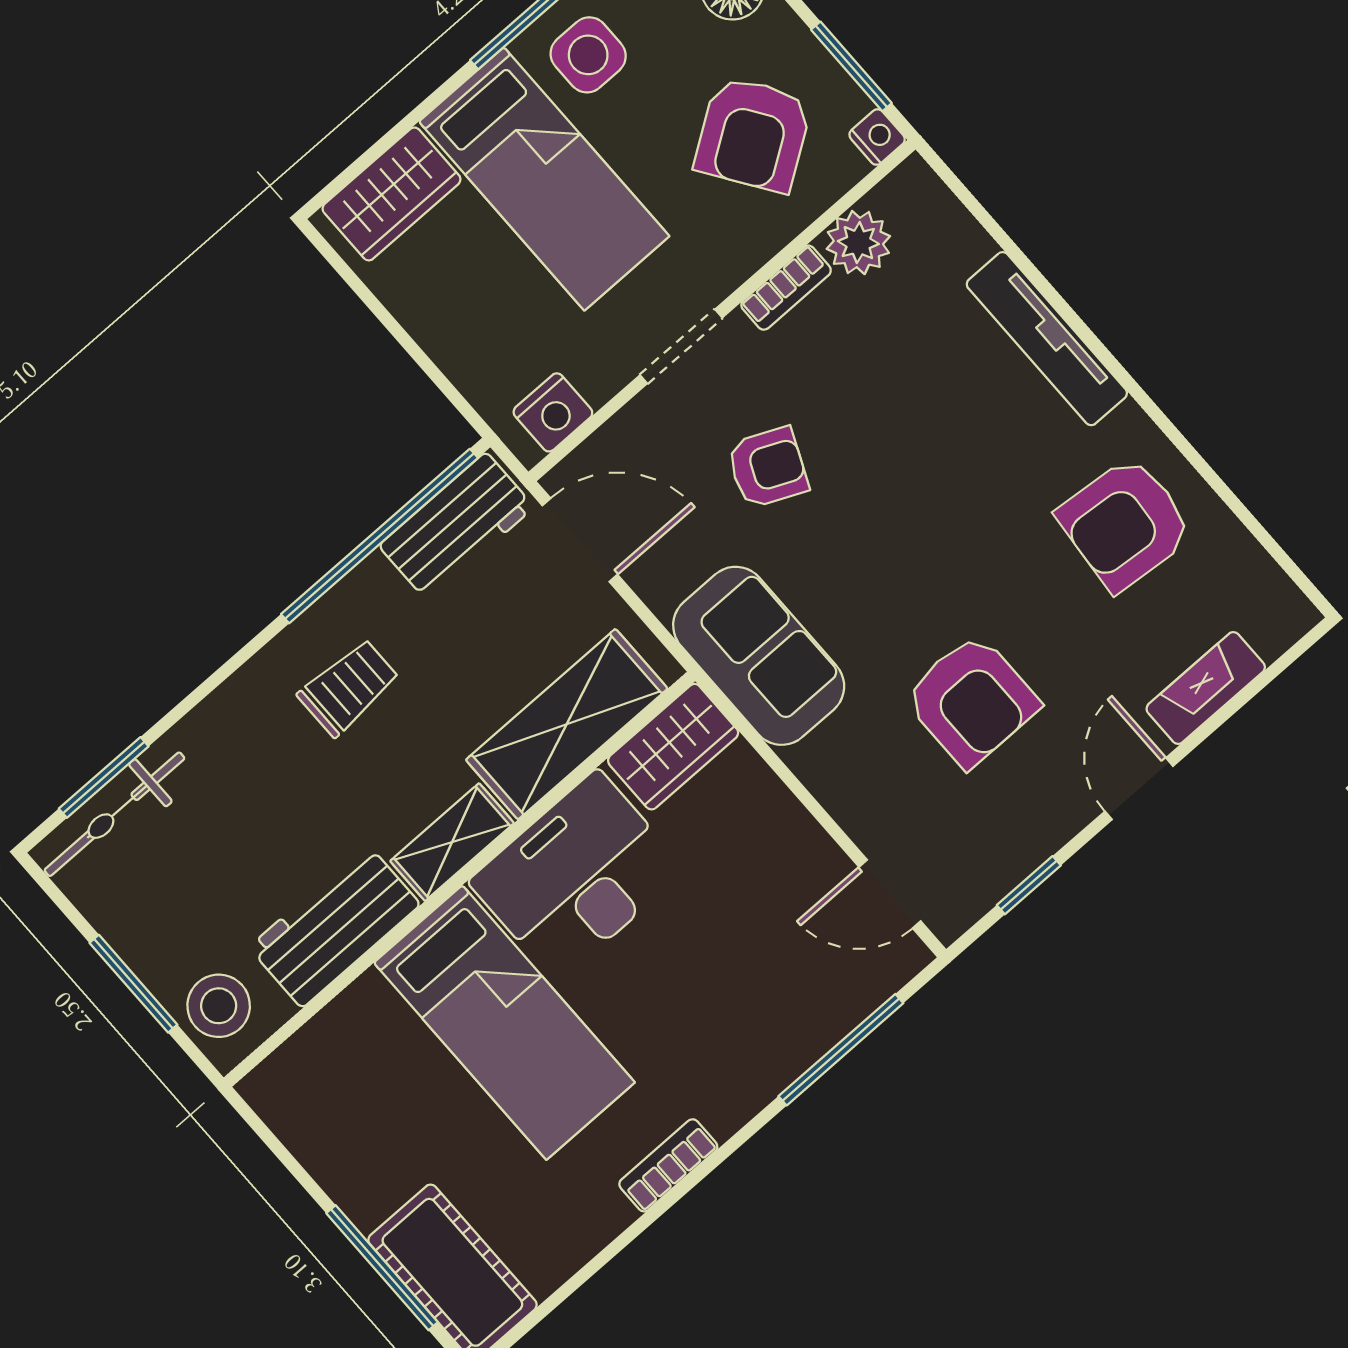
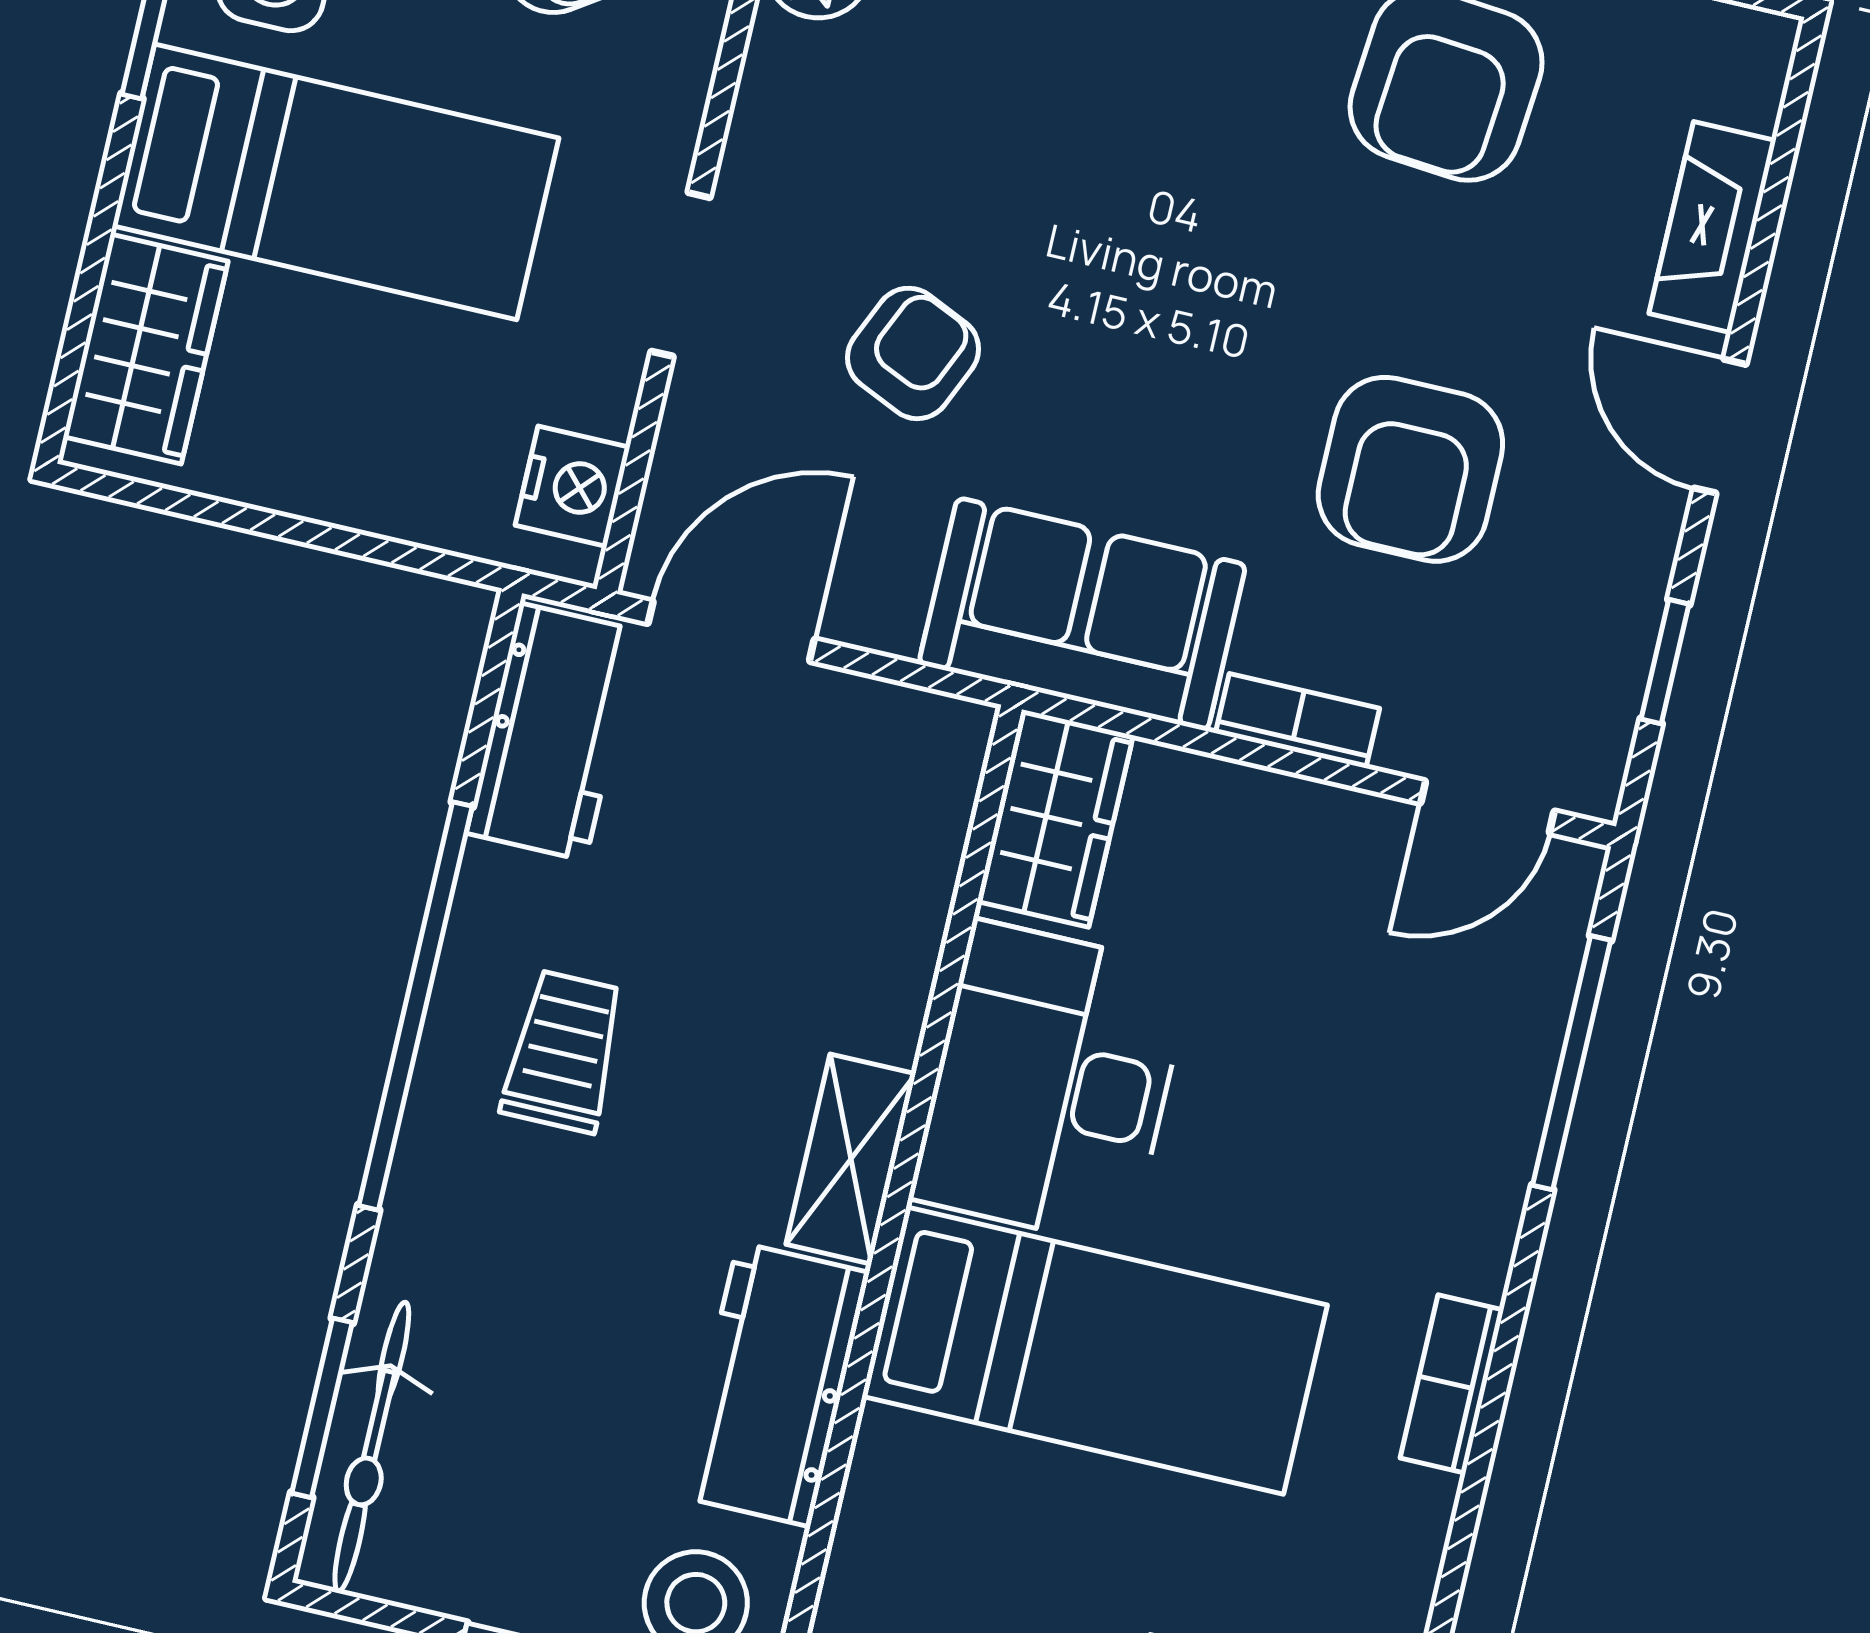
bookcase: (786, 288) -> (1297, 721), moved, turned -90
window: (379, 536) -> (415, 1006), moved
armchair: (971, 700) -> (1410, 469), turned 90
shelving: (567, 724) -> (891, 891), removed

